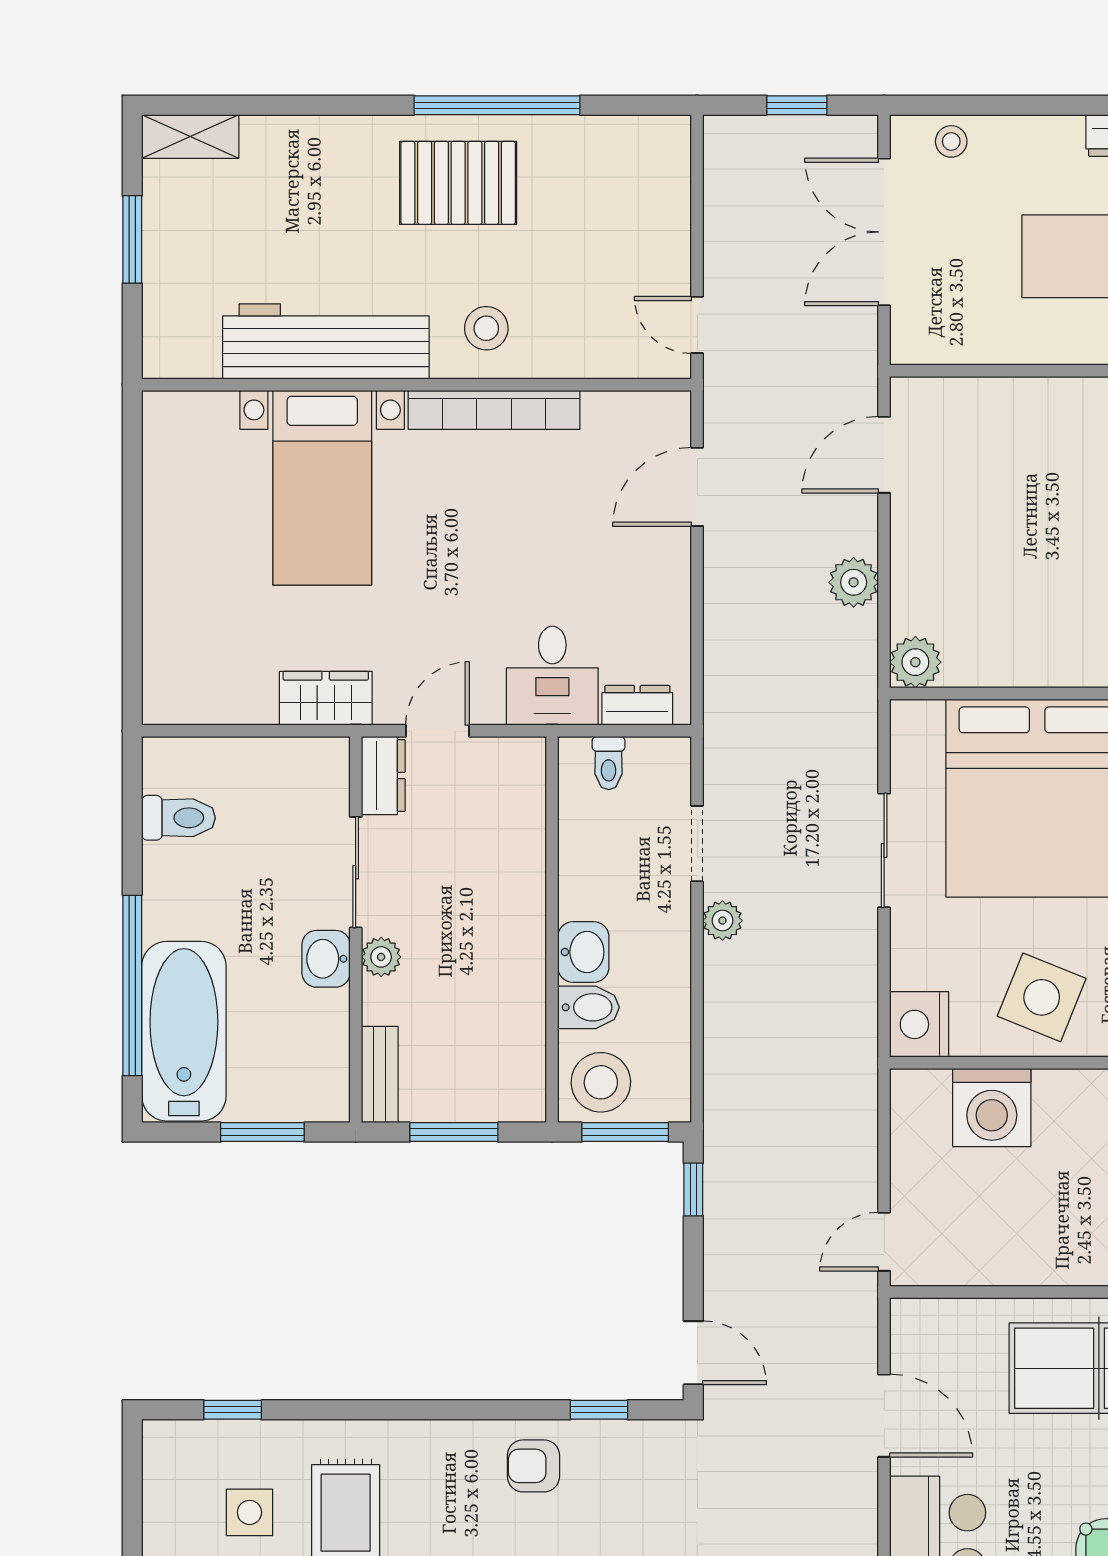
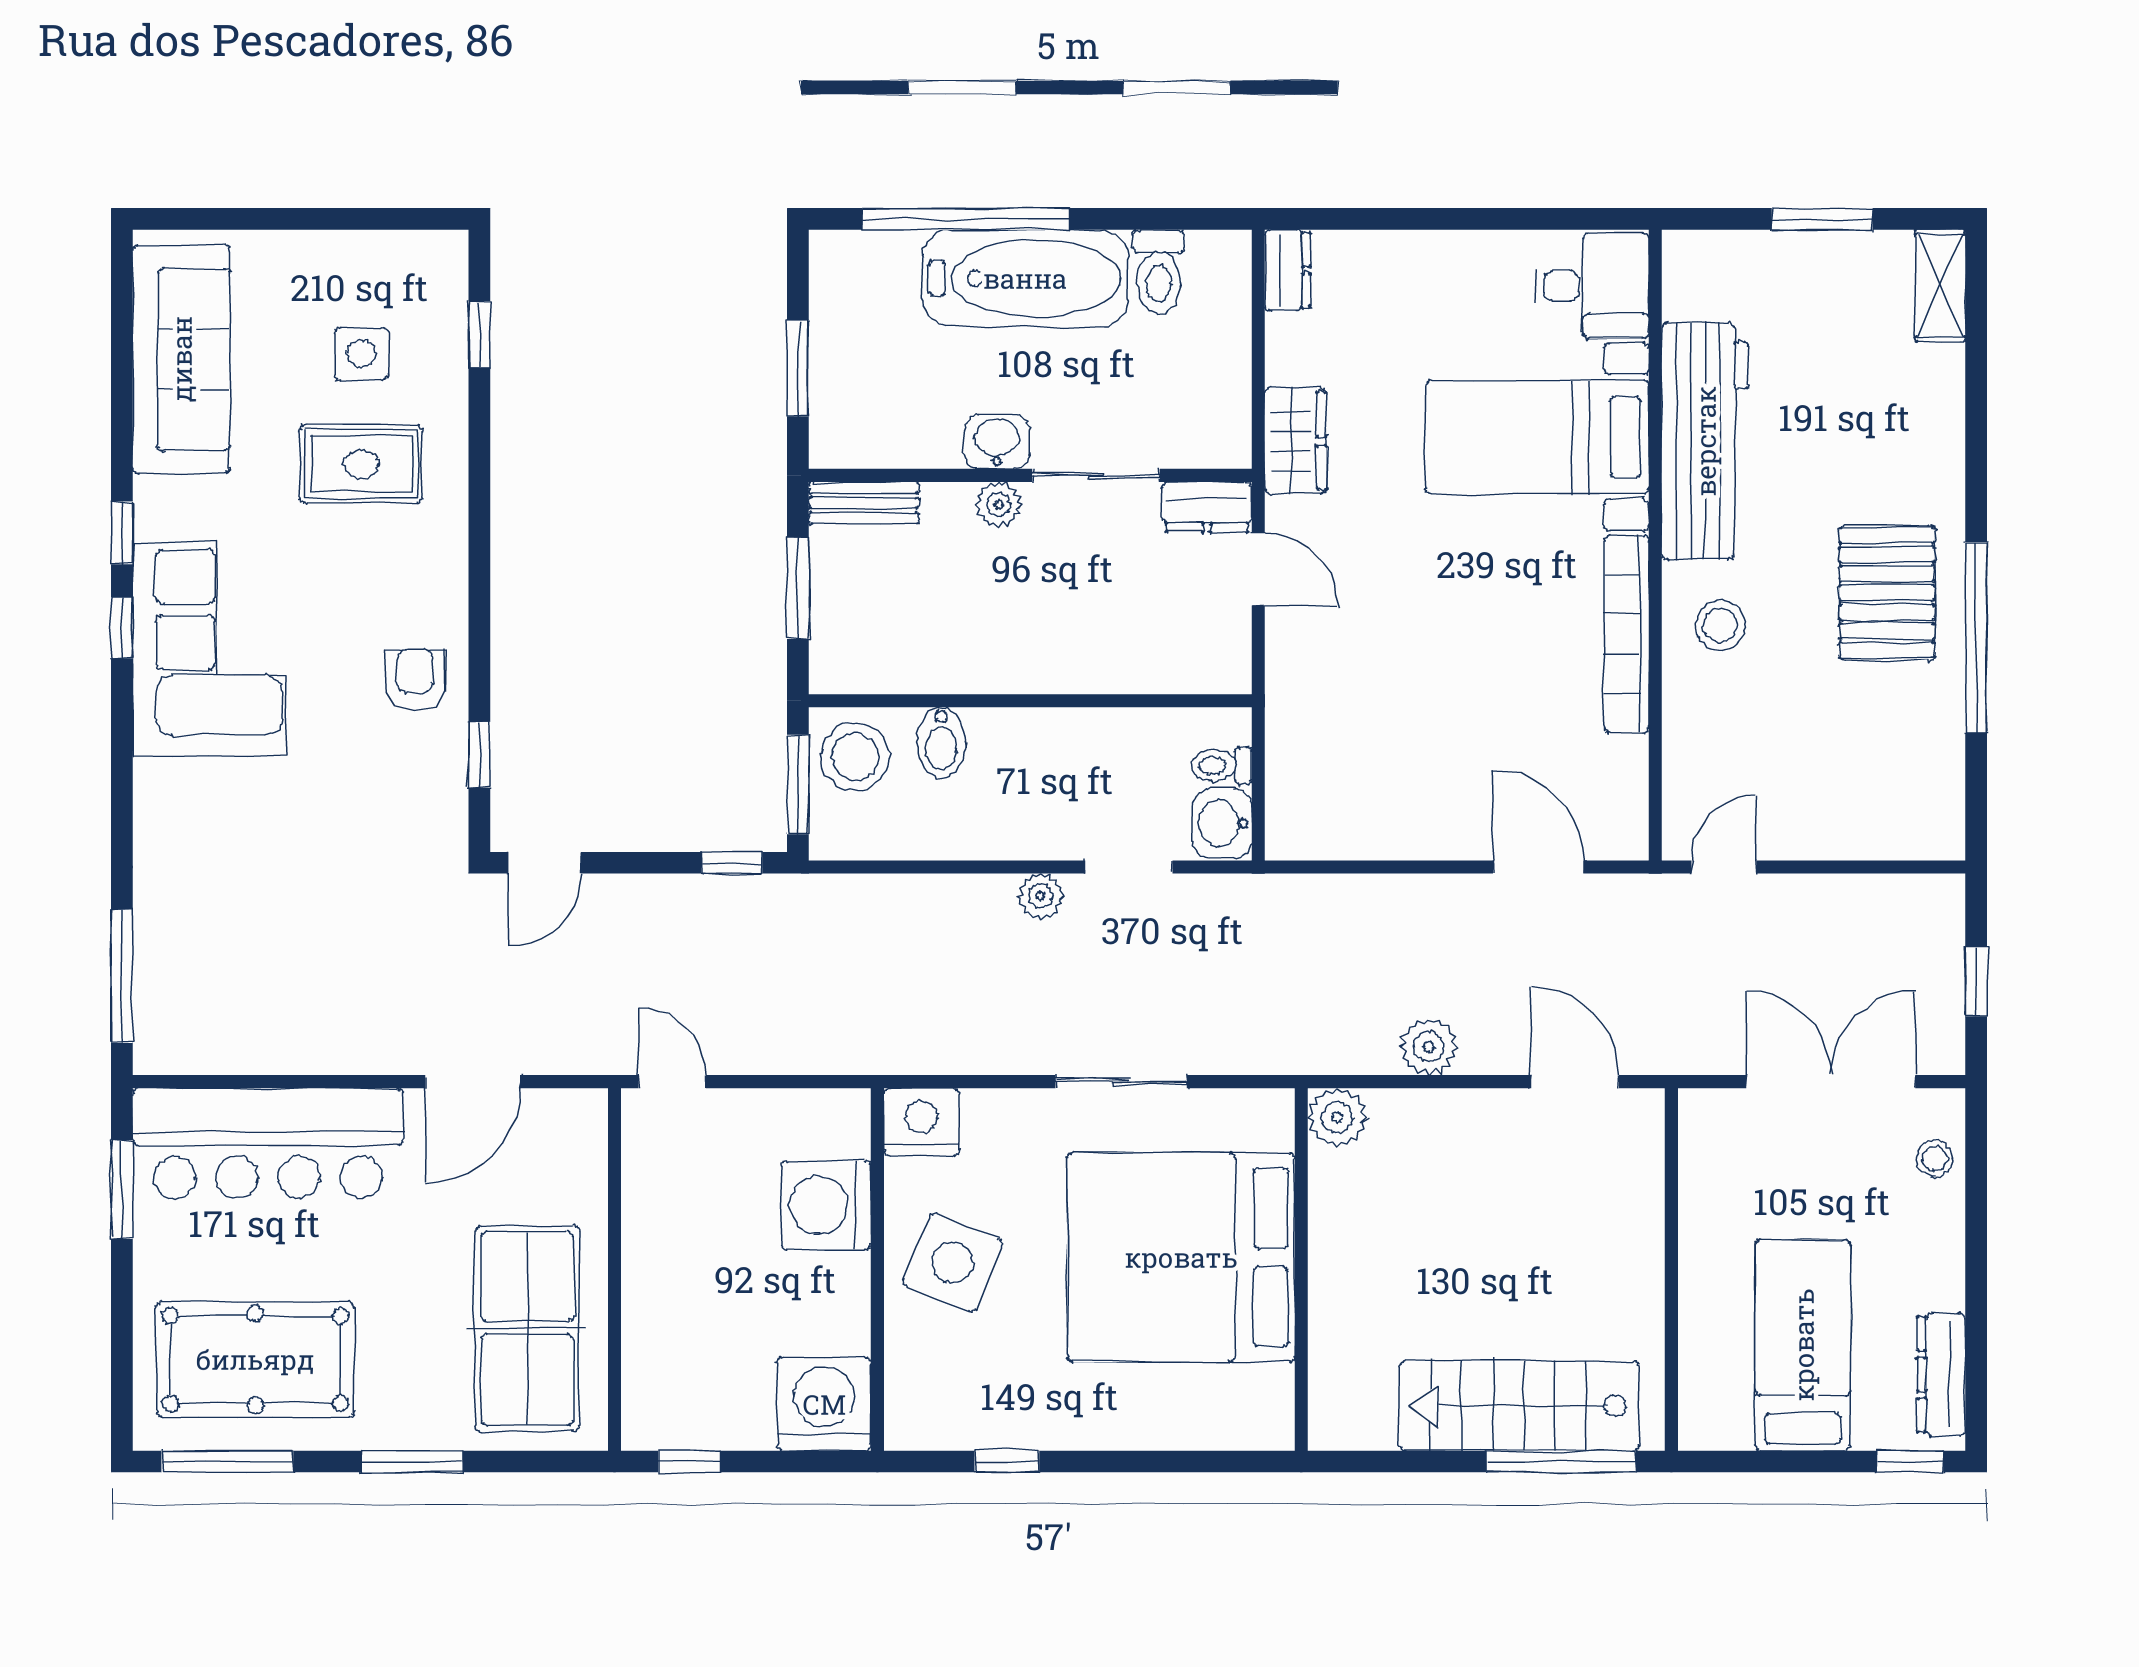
desk: (552, 676) -> (1592, 286), moved, turned 180
dresser: (637, 705) -> (1288, 270), moved
washbasin: (583, 952) -> (1222, 823), moved, turned 90
bathtub: (184, 1031) -> (1025, 278), moved

